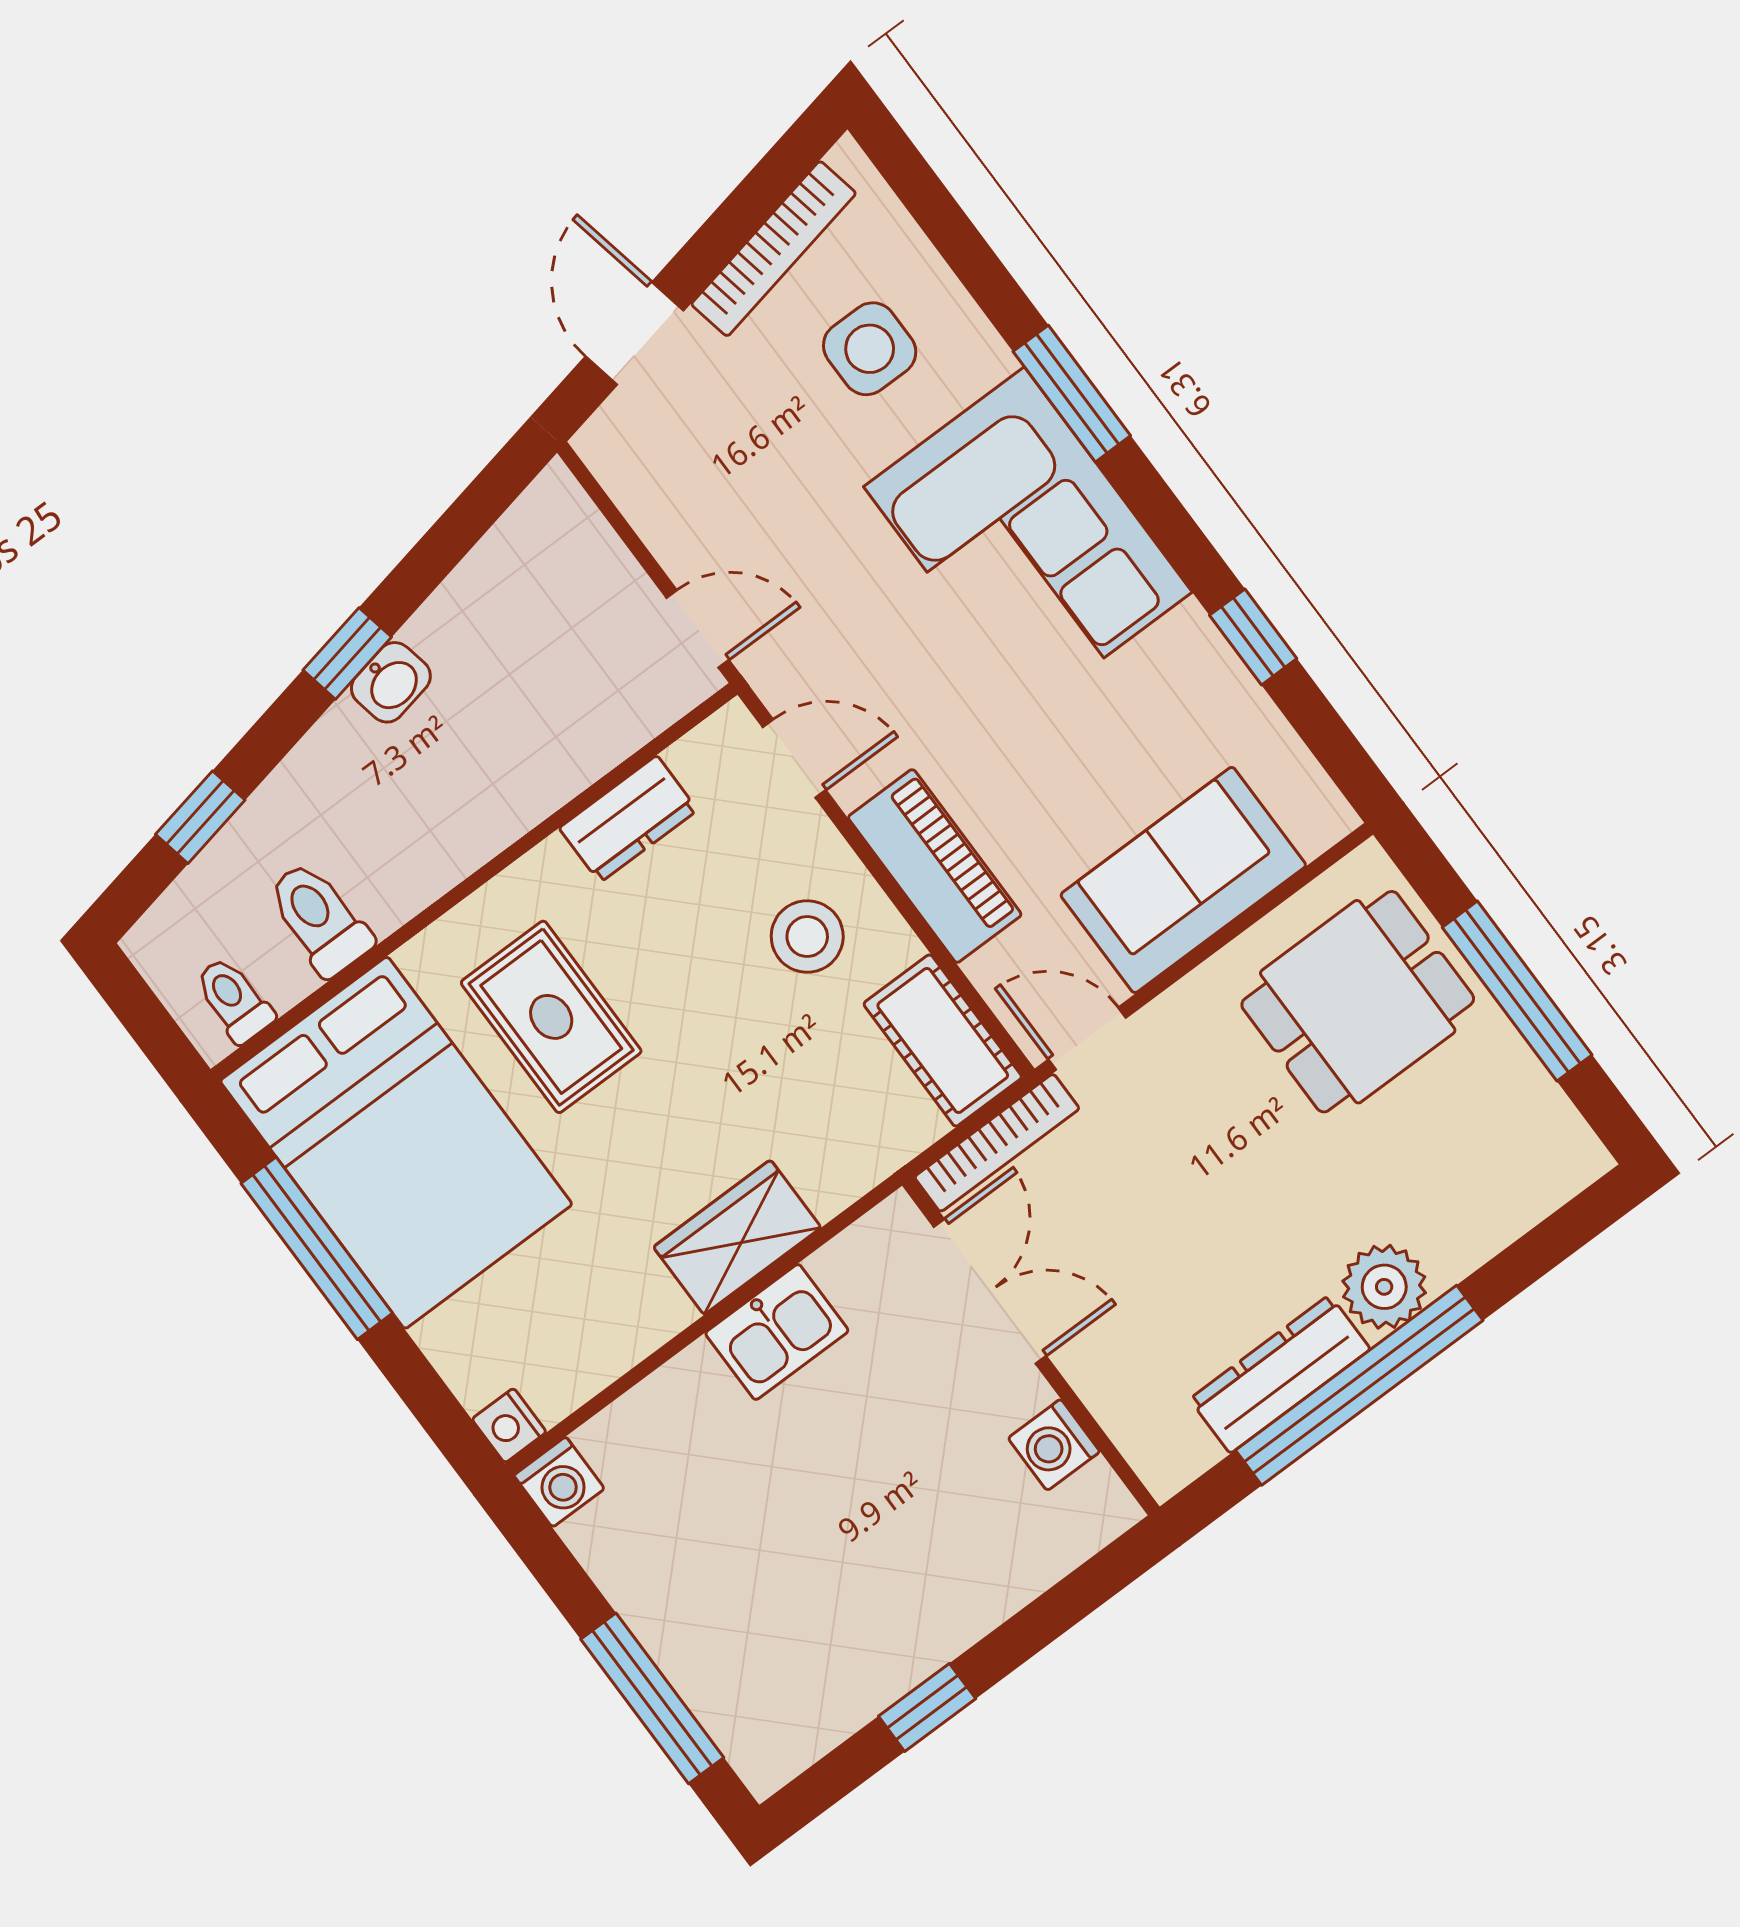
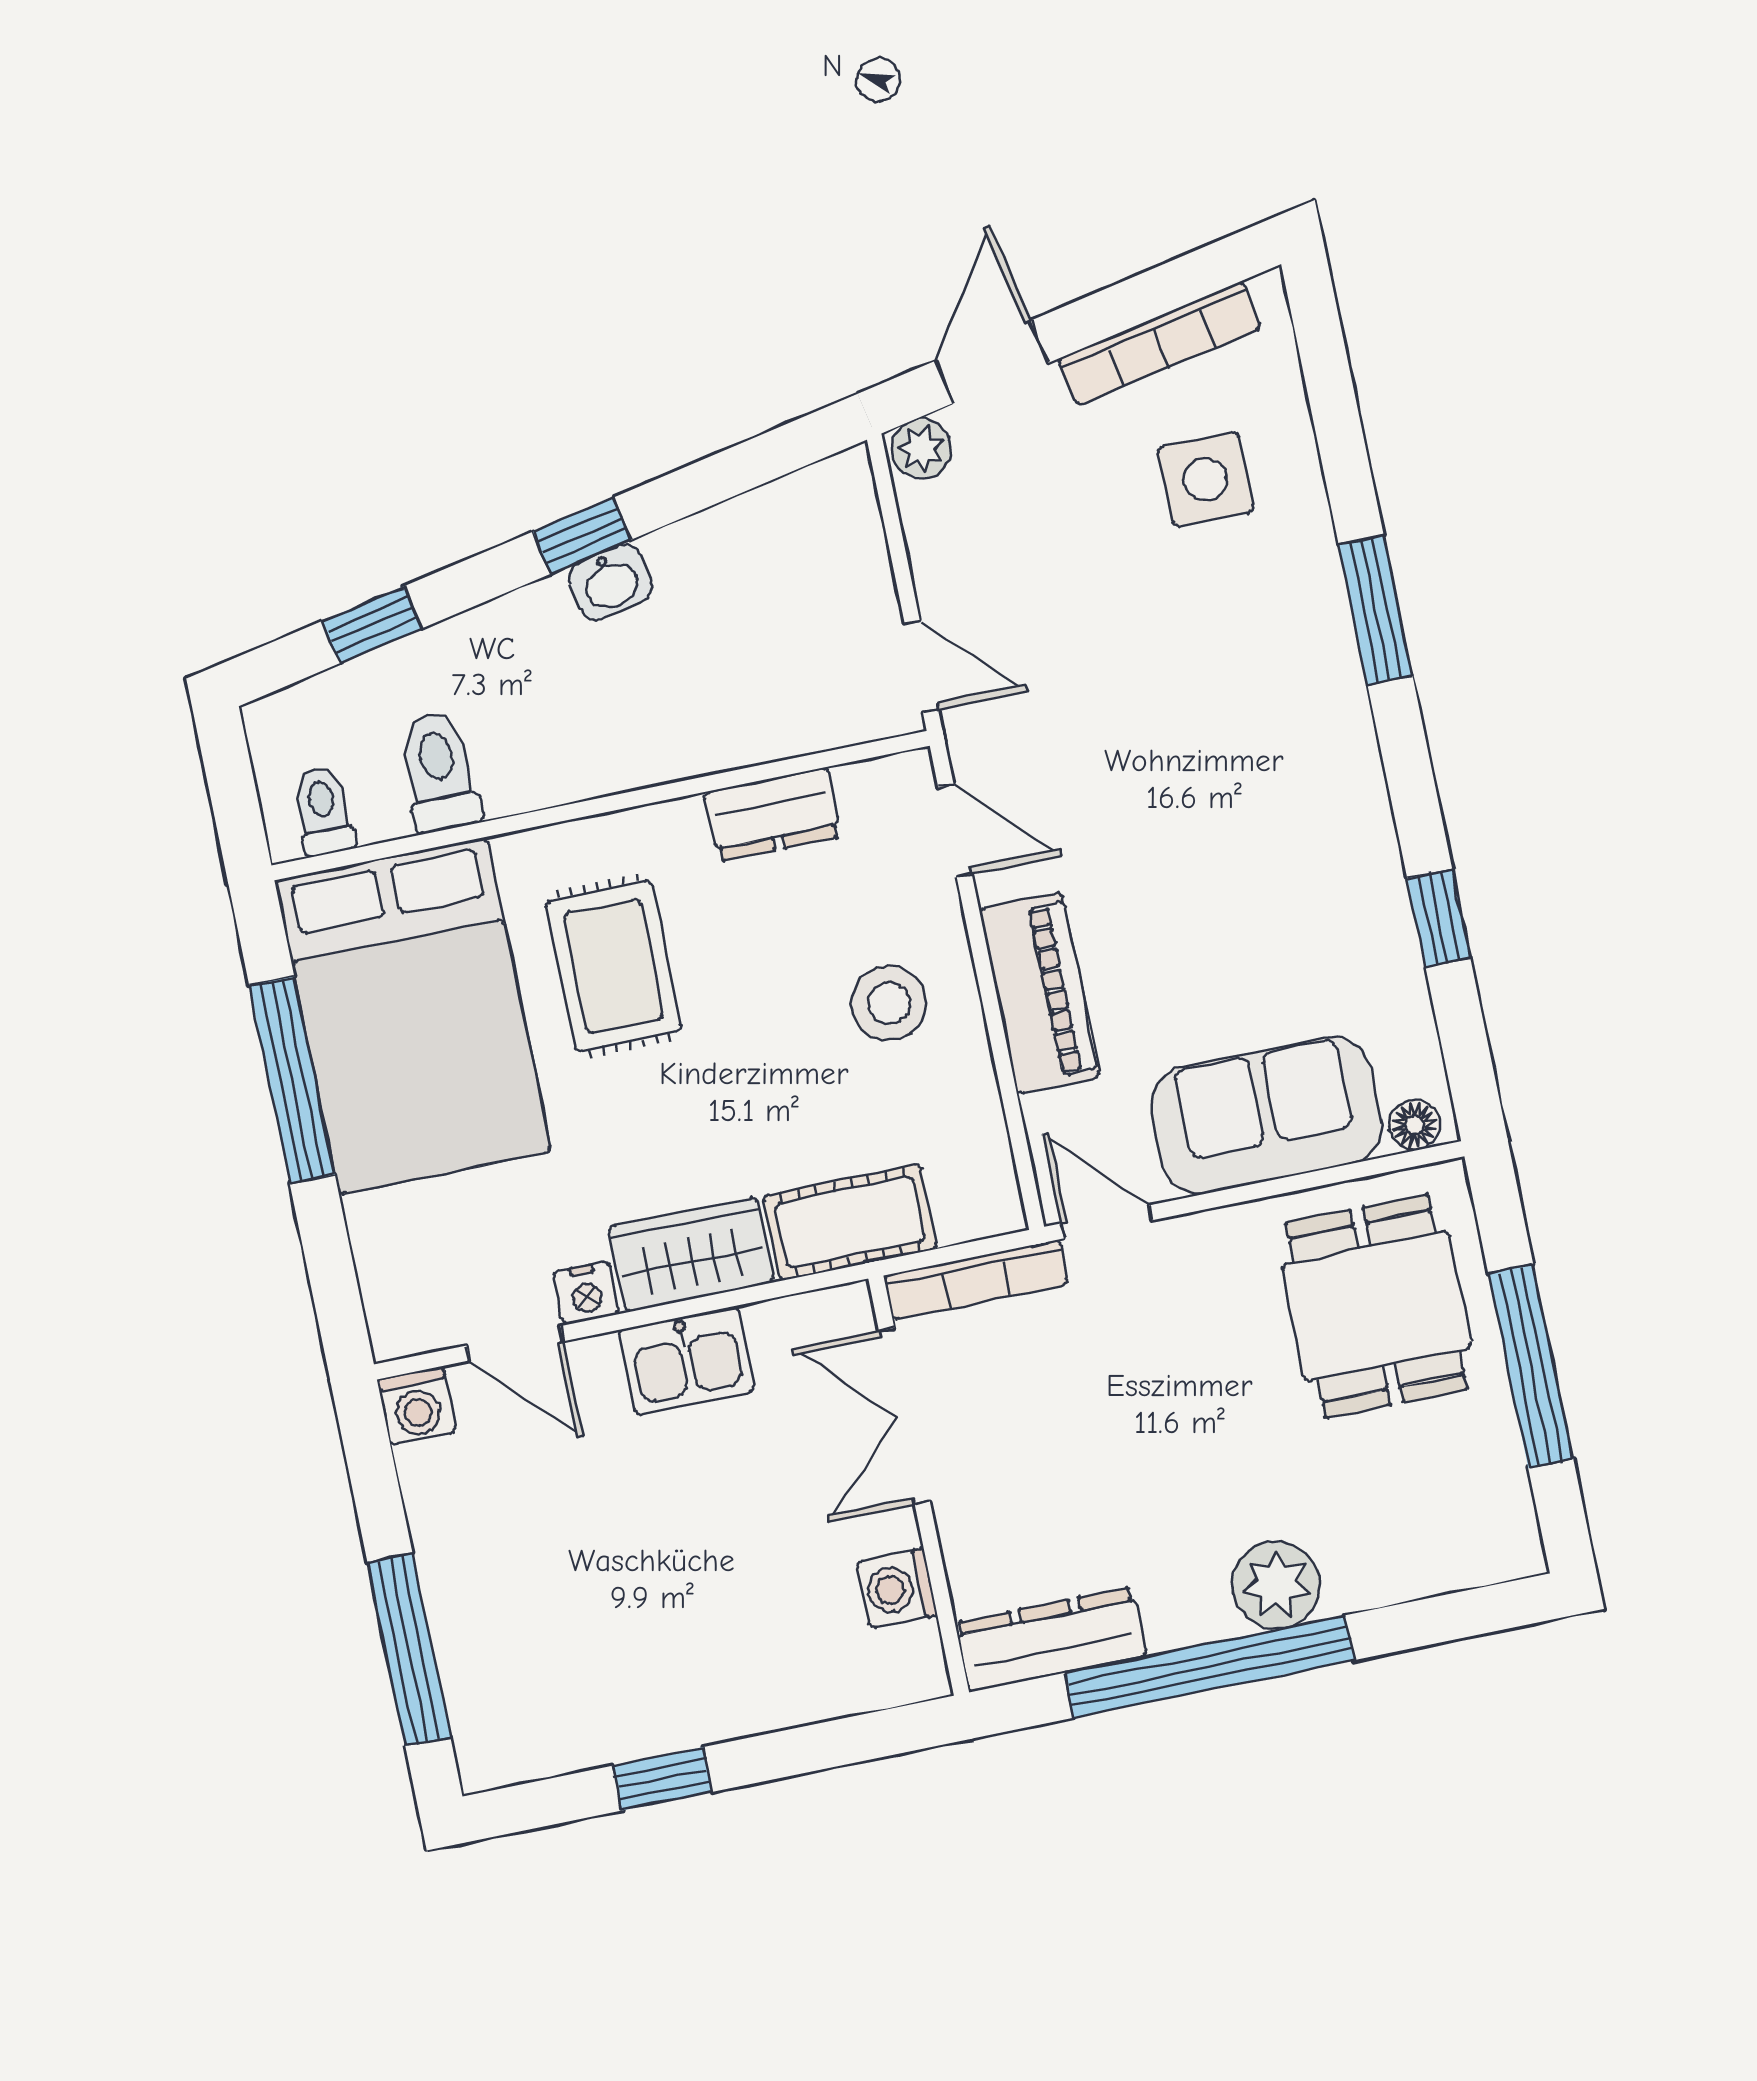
plant: (609, 438) -> (922, 449), added
corner sofa: (1028, 539) -> (1270, 728), removed
floor lamp: (1317, 828) -> (1414, 1125), added
dining table: (1358, 1002) -> (1377, 1306), turned 90
cot: (943, 1040) -> (850, 1222), moved, turned 90
double door: (990, 1291) -> (904, 1416), swing flipped
dresser: (1280, 1374) -> (1051, 1639), moved
door: (620, 1387) -> (515, 1343), added
nightstand: (509, 1426) -> (586, 1293), moved, turned -90

